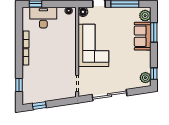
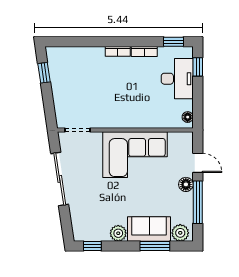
floor lamp: (83, 12) -> (186, 184), moved
plant: (145, 78) -> (118, 233), moved
window: (19, 85) -> (174, 42), moved

